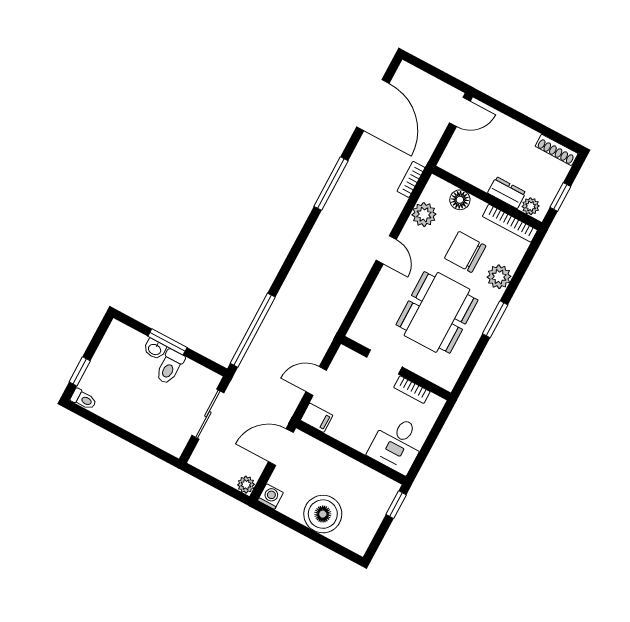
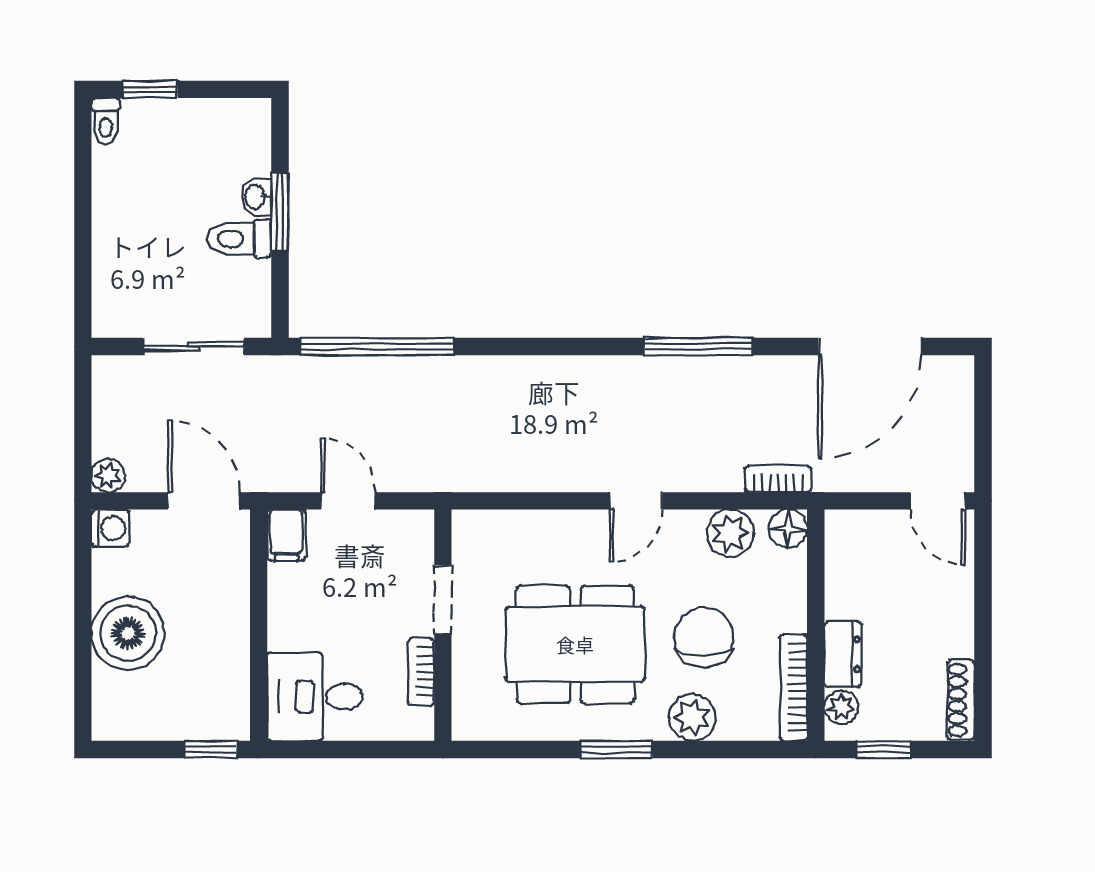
floor lamp: (460, 200) -> (788, 529), moved

